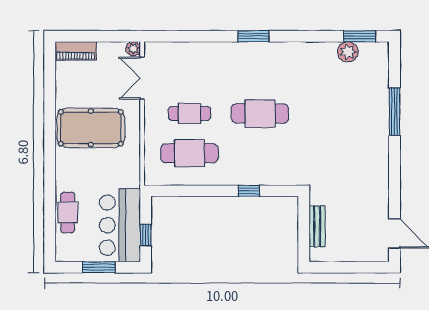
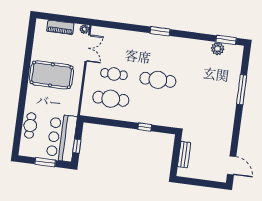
piano: (76, 51) -> (60, 27), moved
double door: (142, 78) -> (87, 48), swing flipped

